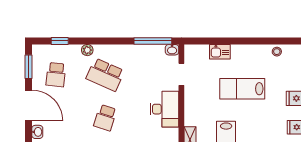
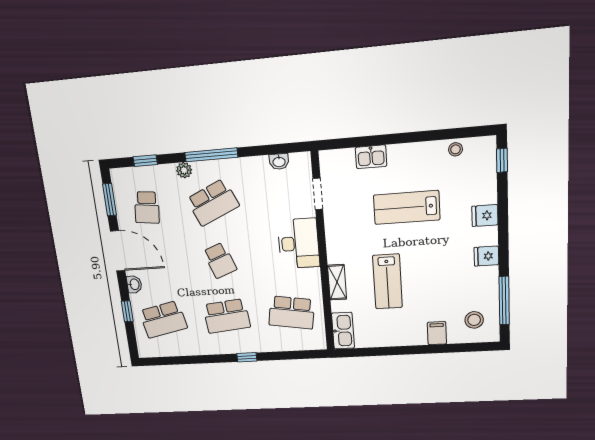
window: (153, 41) -> (211, 155), moved
washbasin: (172, 50) -> (279, 162), moved
school desk: (105, 75) -> (213, 202), turned -48
school desk: (105, 118) -> (220, 260), turned -39

